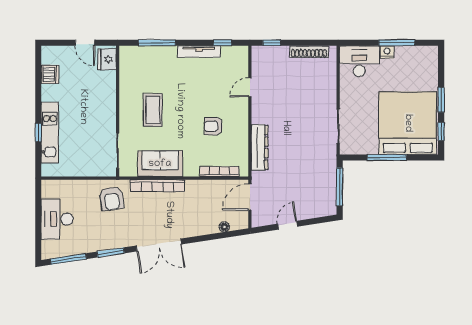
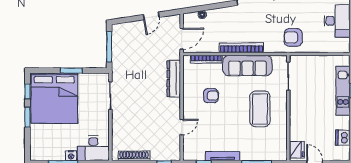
coffee table: (153, 110) -> (260, 109), width x1.36, depth x1.32
window: (387, 157) -> (71, 71), width x0.69
sofa: (160, 164) -> (247, 66), width x1.36
bookcase: (157, 186) -> (241, 48), moved
armchair: (112, 199) -> (293, 37), turned -82

